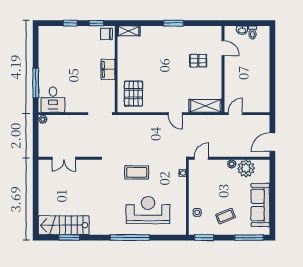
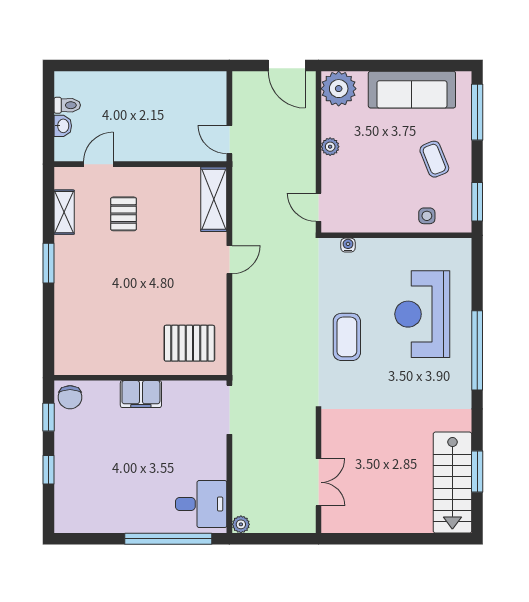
shelving: (129, 31) -> (64, 212), moved
window: (36, 83) -> (168, 539), width x1.46
plant: (246, 168) -> (339, 89), moved

